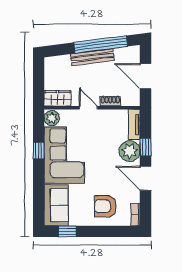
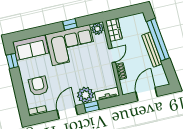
window: (101, 44) -> (158, 40), moved

